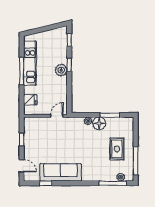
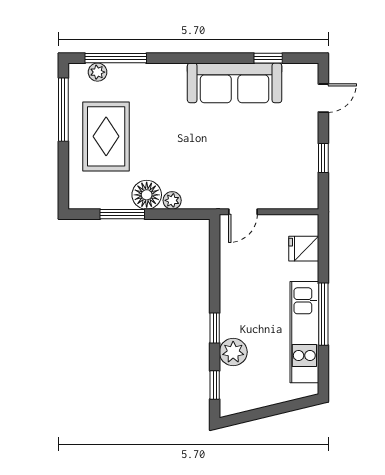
plant: (61, 70) -> (233, 352), moved
rug: (117, 149) -> (106, 136), width x1.36, depth x1.43
door: (22, 166) -> (323, 98), swing flipped

